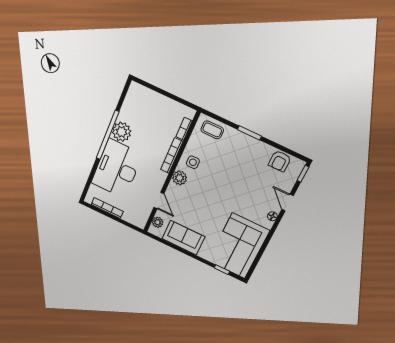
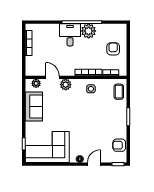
armchair: (156, 112) -> (113, 49), added
desk: (117, 169) -> (70, 35), width x0.53, depth x0.77
plant: (180, 178) -> (66, 85), moved
door: (159, 201) -> (53, 77), swing flipped

